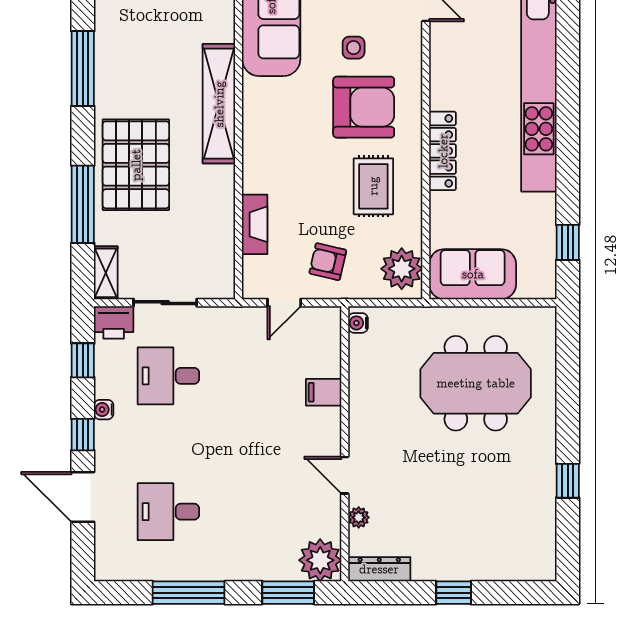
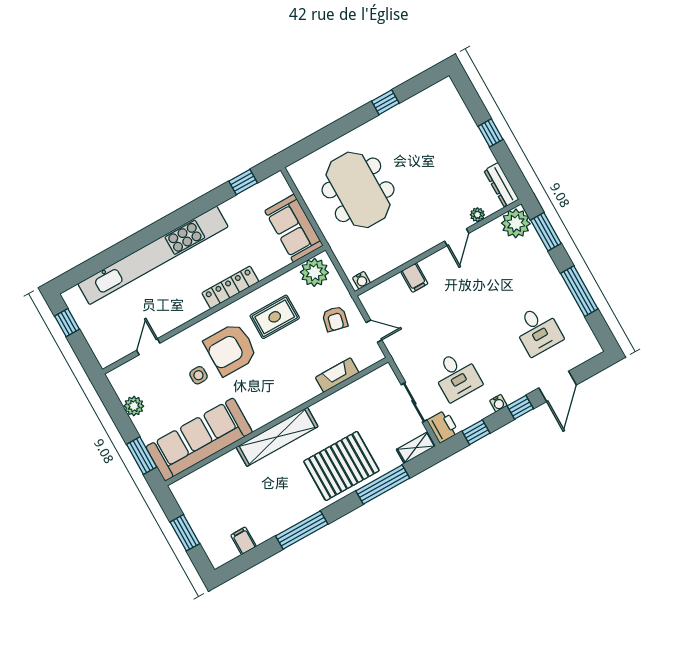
armchair: (364, 107) -> (231, 349), turned -90

